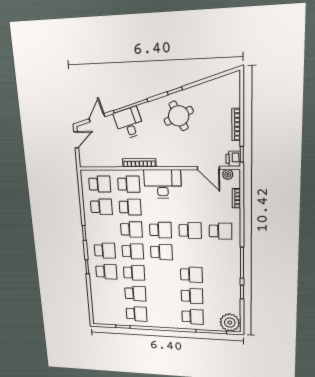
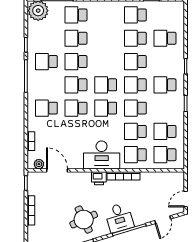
desk: (129, 123) -> (119, 218), moved
printer: (233, 159) -> (99, 178), moved, turned 90
school desk: (191, 253) -> (76, 85), added
school desk: (106, 272) -> (165, 38), moved
school desk: (221, 276) -> (46, 62), added

